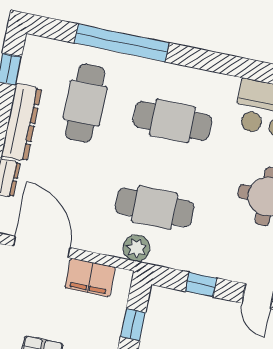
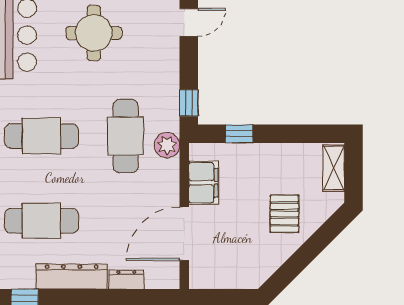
cafe table: (172, 121) -> (42, 136), turned 90
window: (201, 285) -> (189, 103), moved

